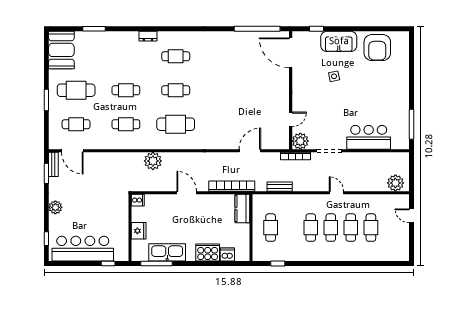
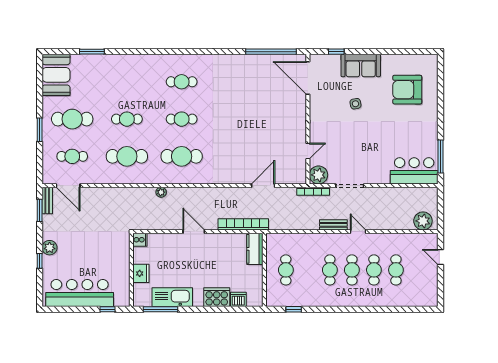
dresser: (148, 36) -> (151, 60), removed
armchair: (377, 48) -> (407, 90), moved, turned 90
cafe table: (126, 124) -> (127, 156), width x1.37, depth x1.35
bar counter: (369, 137) -> (414, 171), moved
plant: (153, 161) -> (161, 192), width x0.53, depth x0.53
bench: (280, 187) -> (333, 225), moved
window: (46, 239) -> (40, 261), moved

